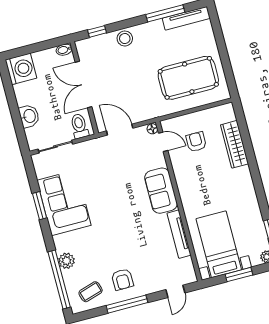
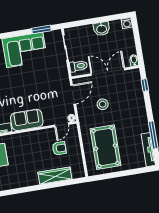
stool: (125, 39) -> (103, 104), moved
washing machine: (21, 69) -> (127, 23), width x0.53, depth x0.53
washbasin: (29, 116) -> (101, 29), moved
window: (40, 206) -> (41, 29), moved

